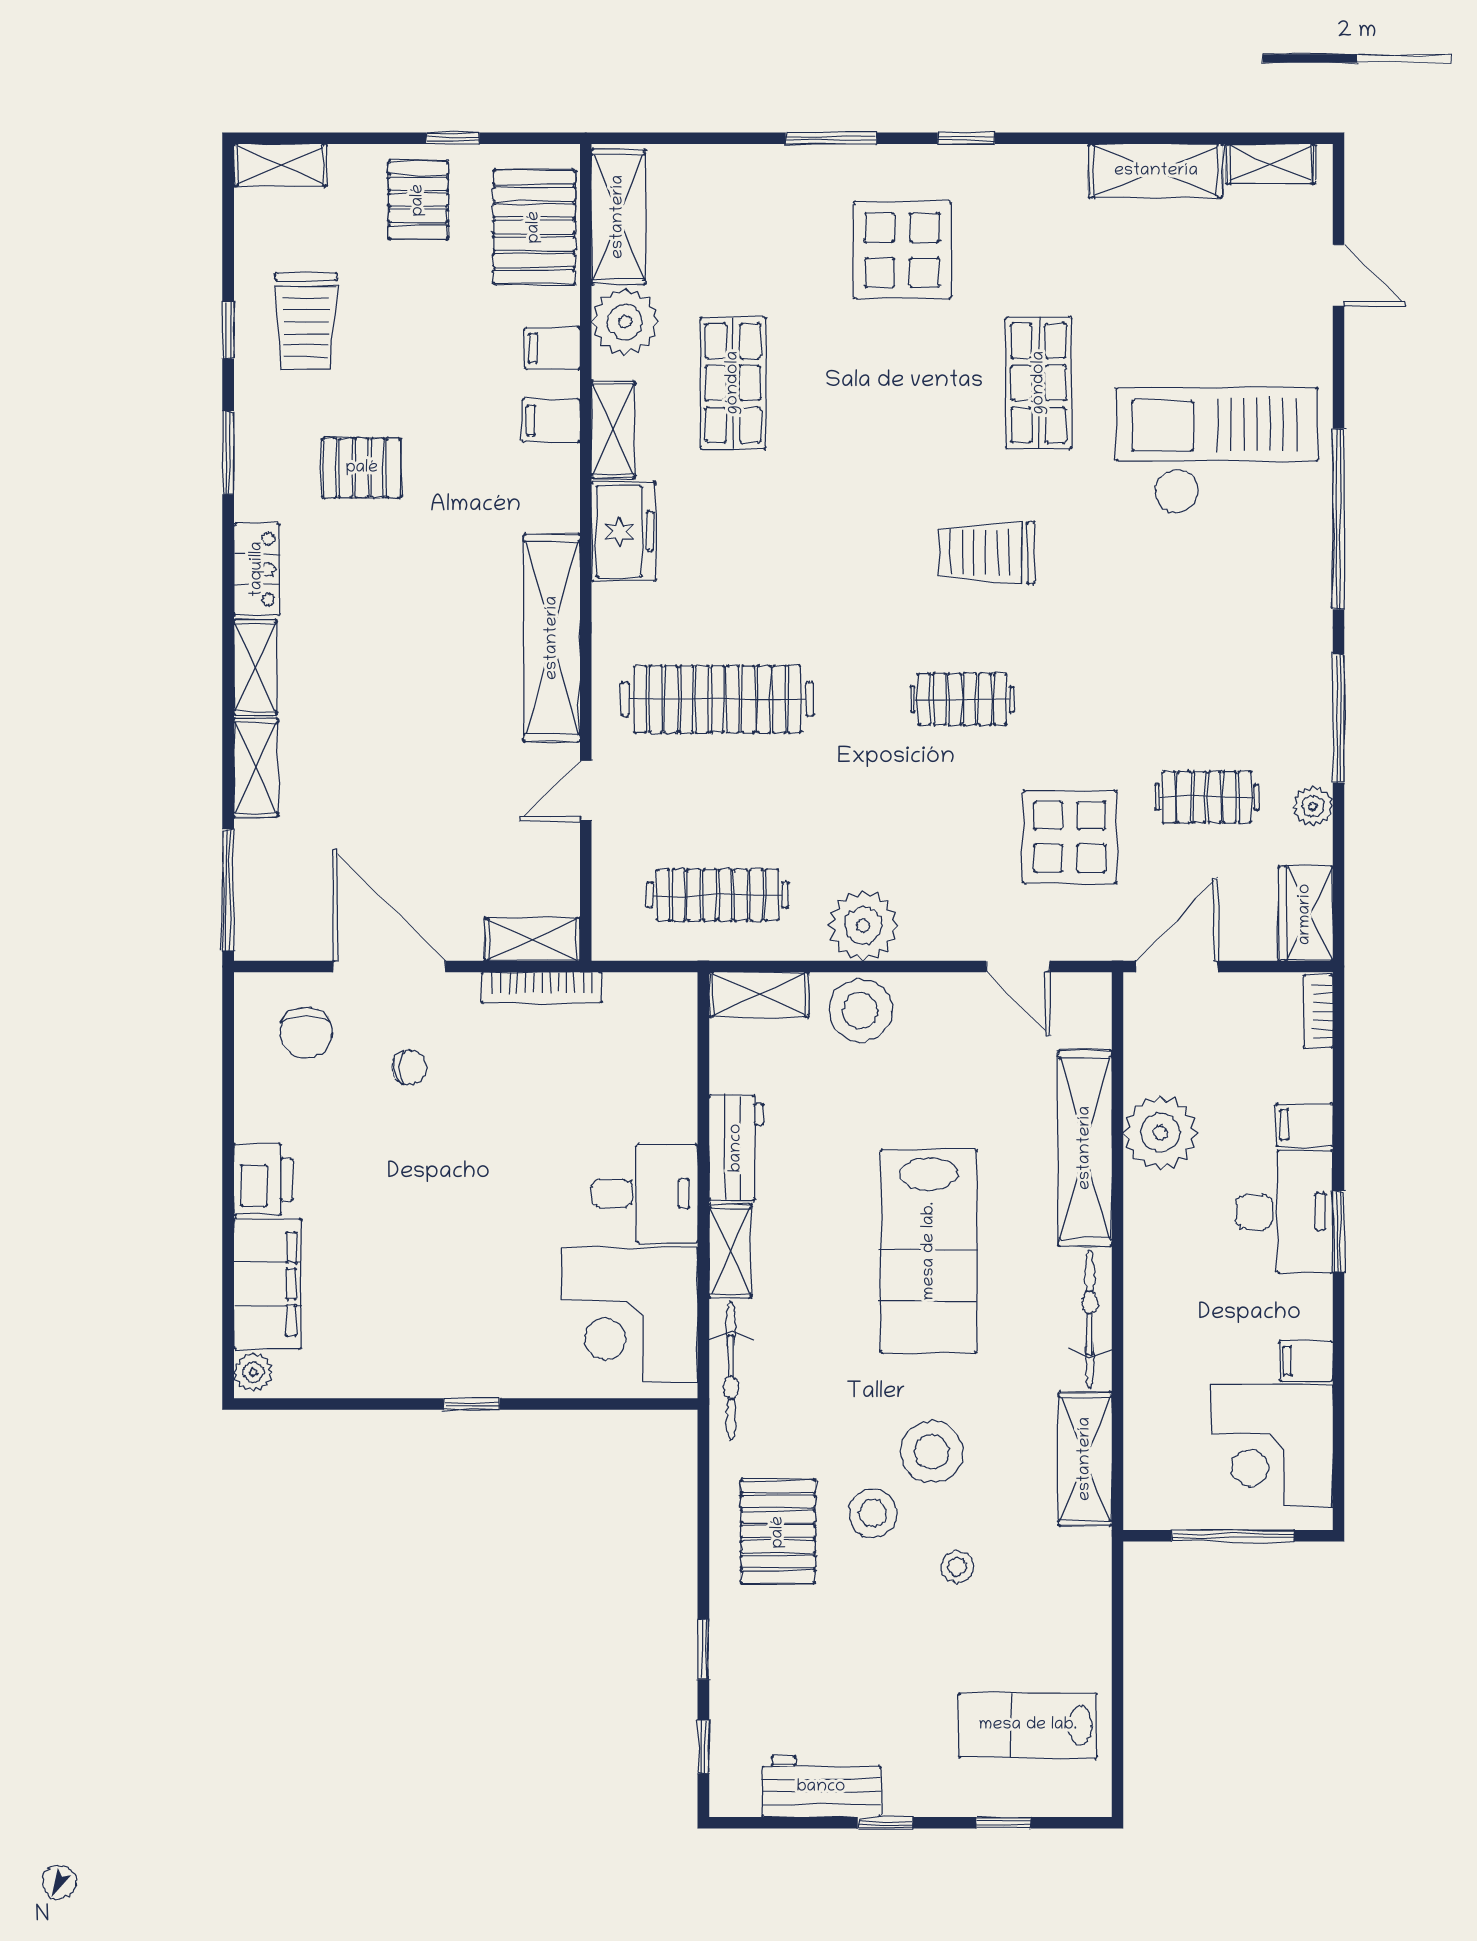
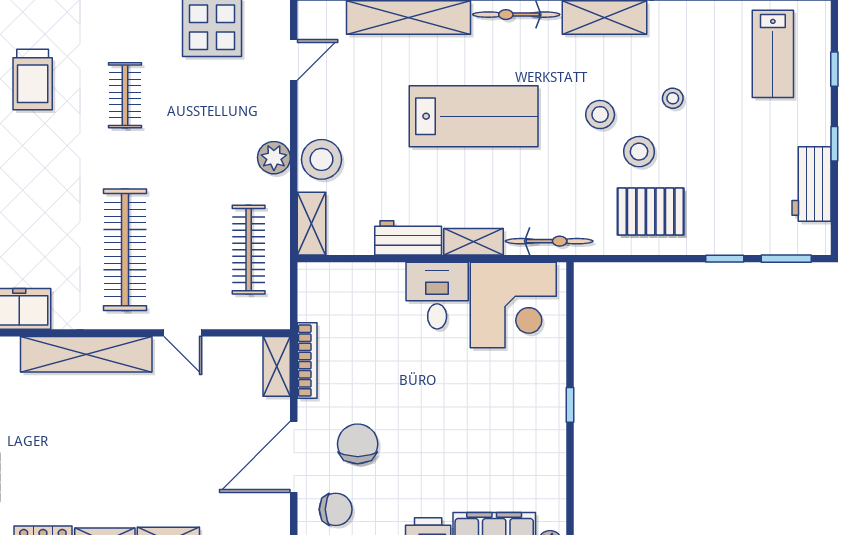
plant: (863, 926) -> (274, 158), width x0.73, depth x0.73
chair: (410, 1068) -> (358, 444), width x1.87, depth x1.87
stool: (932, 1452) -> (600, 114), width x0.73, depth x0.73
window: (703, 1747) -> (786, 259), width x1.50

